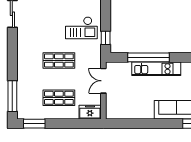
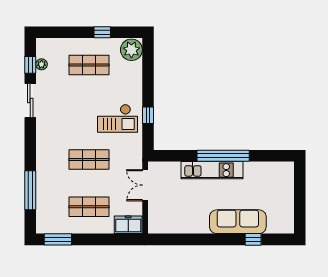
window: (106, 38) -> (148, 115), moved
window: (148, 57) -> (223, 156), moved
window: (12, 96) -> (30, 190), moved

